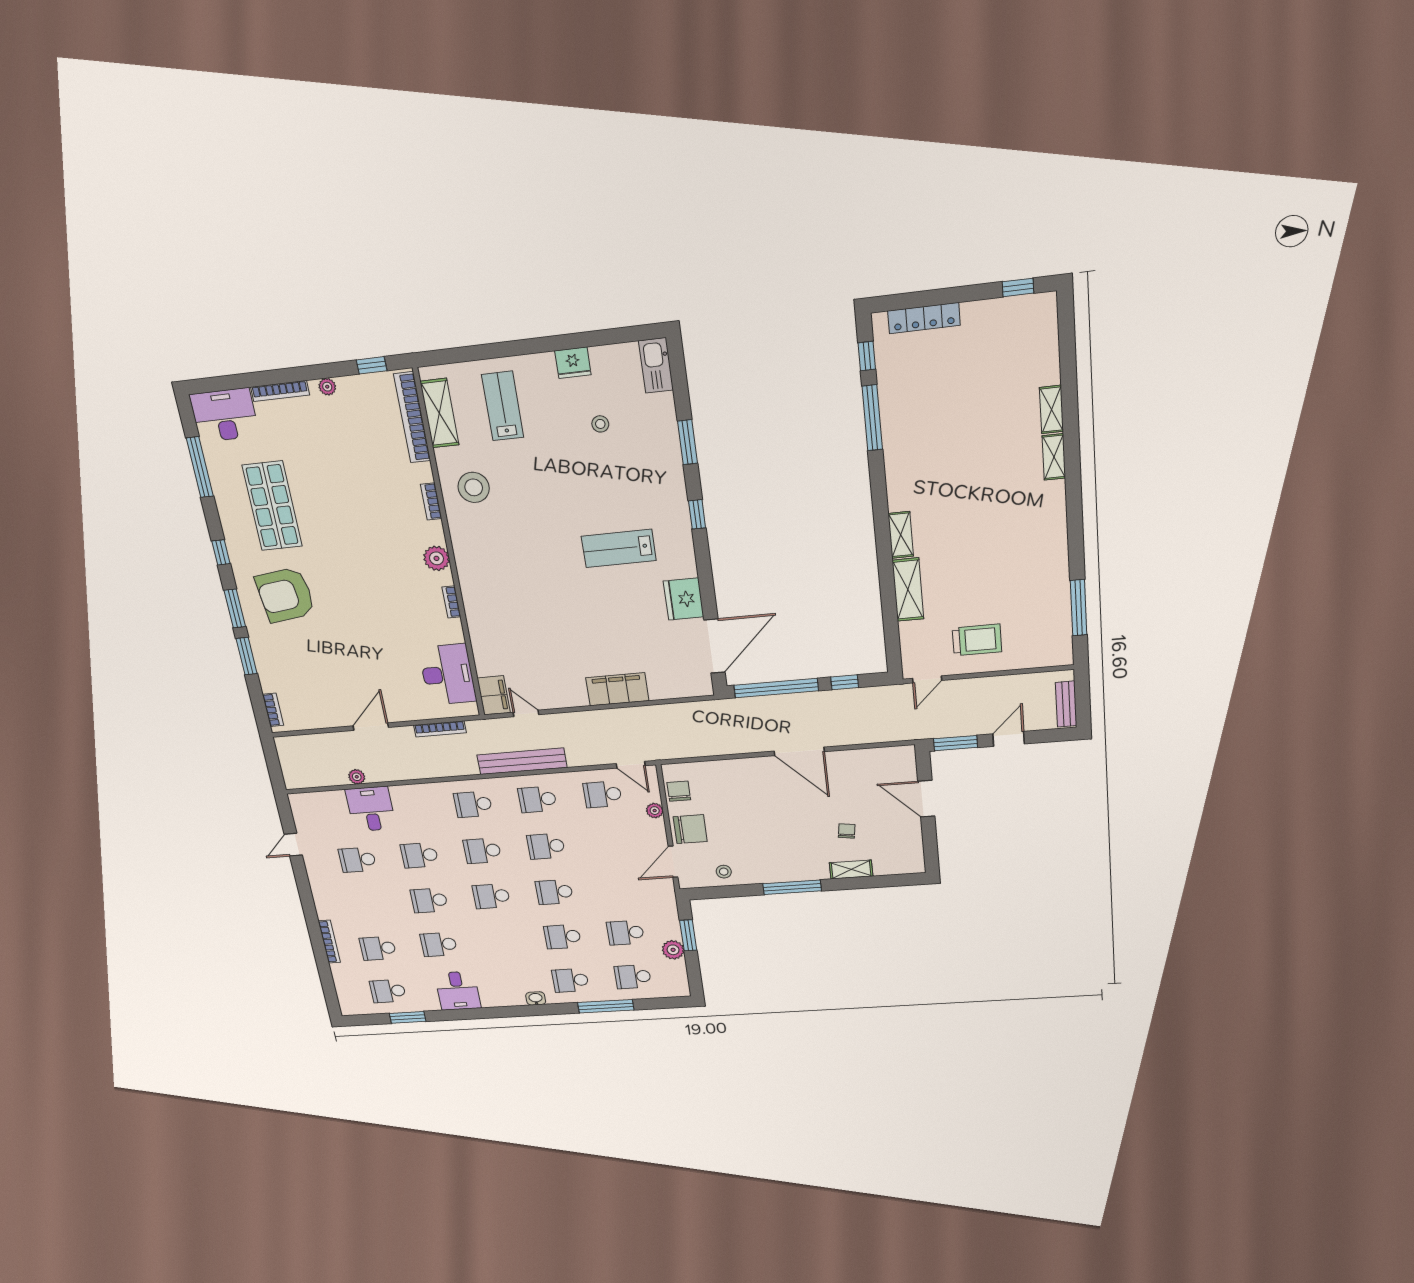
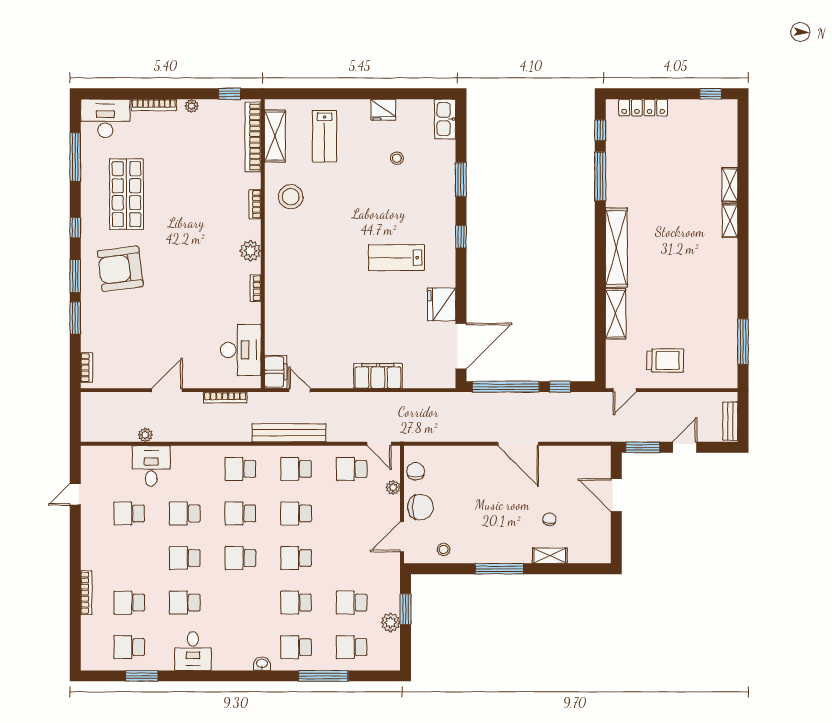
lab bench: (503, 406) -> (325, 136), turned 180
shelving: (901, 535) -> (616, 248), width x2.20, depth x1.33

